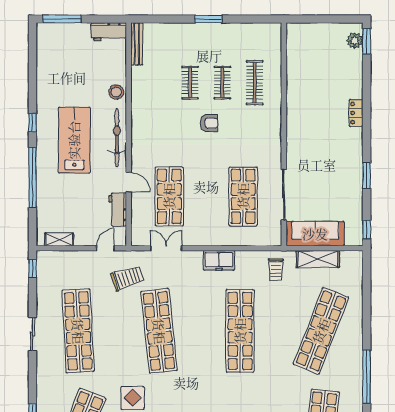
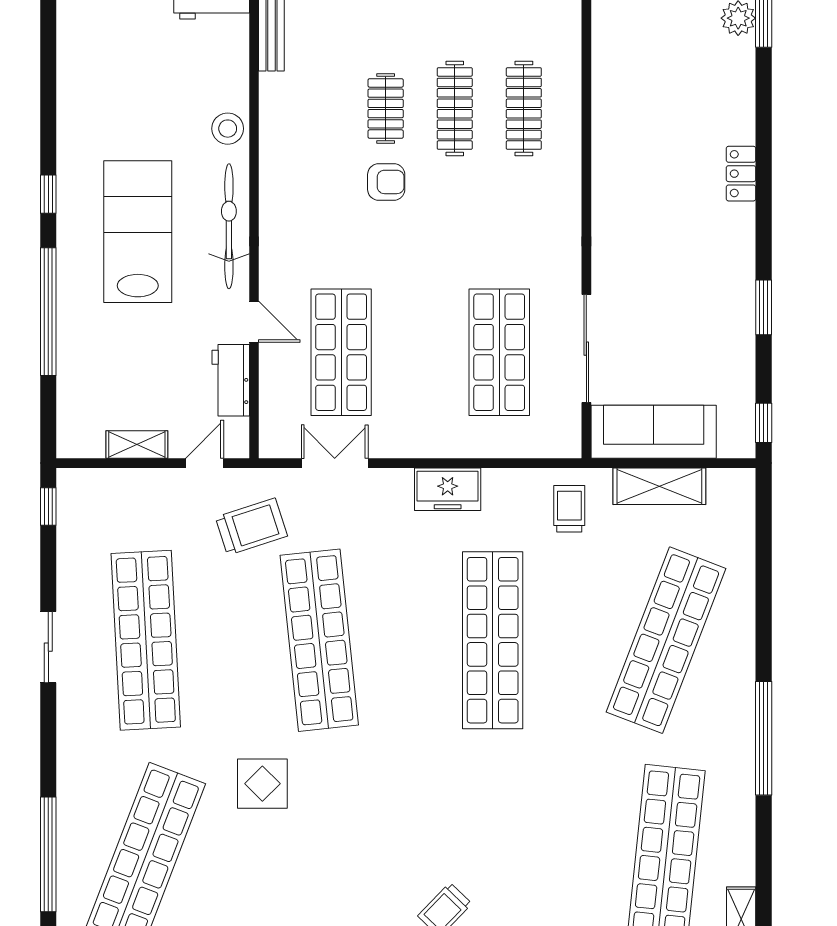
clothes rail: (222, 83) -> (455, 109), width x1.36
armchair: (209, 123) -> (386, 182), moved
shelving: (59, 239) -> (137, 444), moved
trolley: (276, 270) -> (569, 509), turned 180

